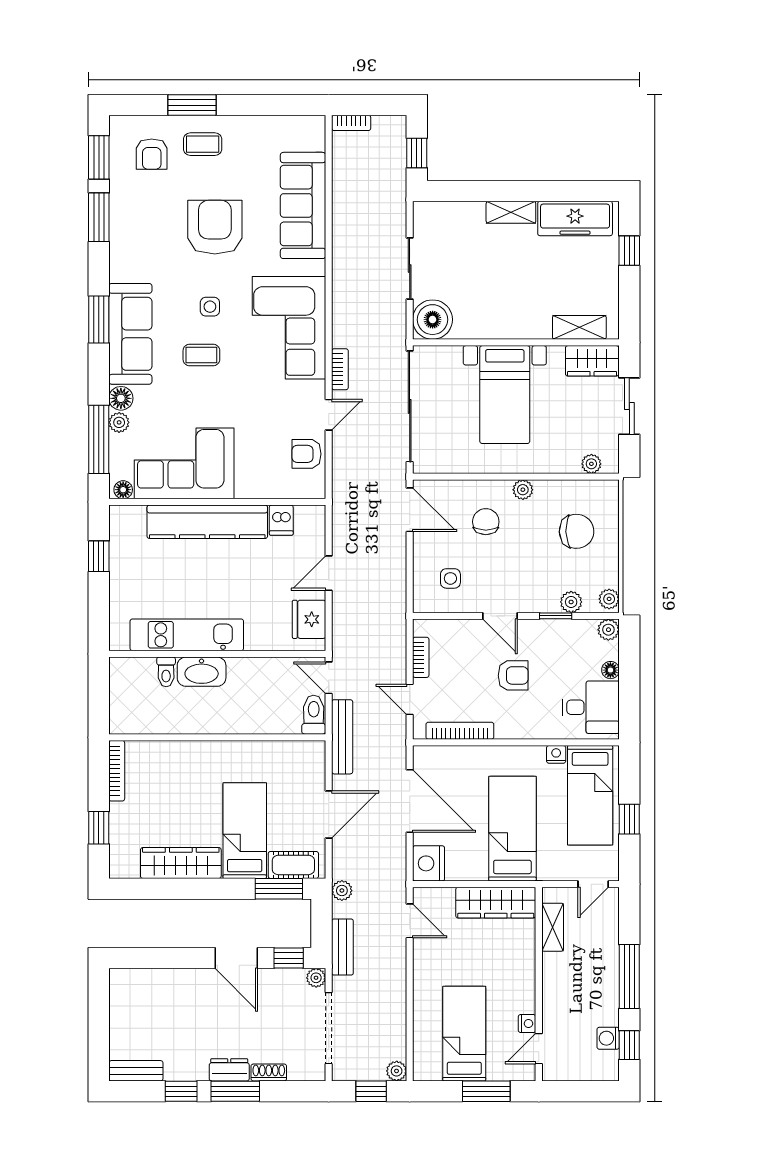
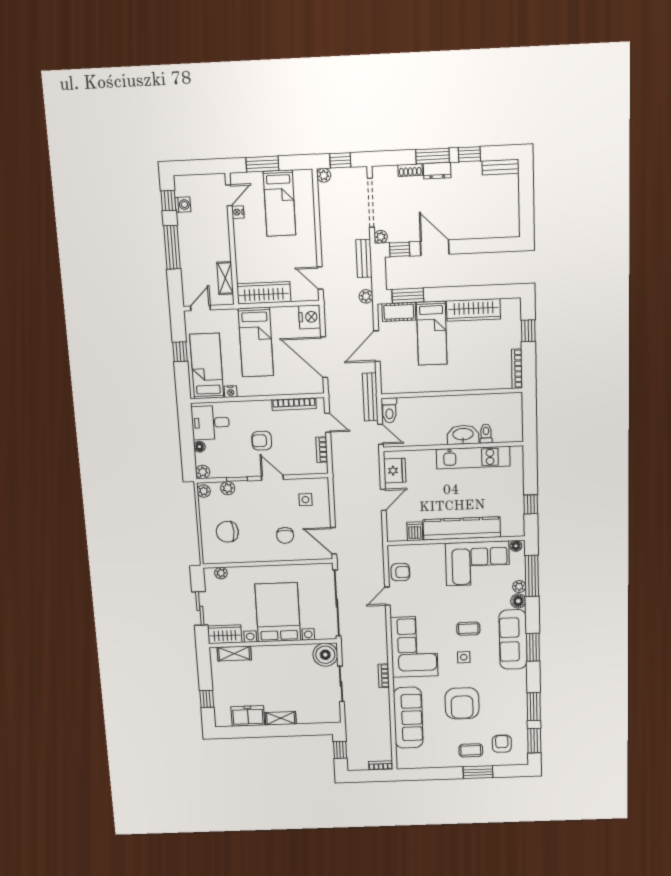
freezer: (575, 219) -> (248, 716), width x0.71
bookcase: (340, 369) -> (384, 676), moved
bed with nightstands: (505, 395) -> (278, 612), width x1.36
plant: (523, 490) -> (263, 556), removed

